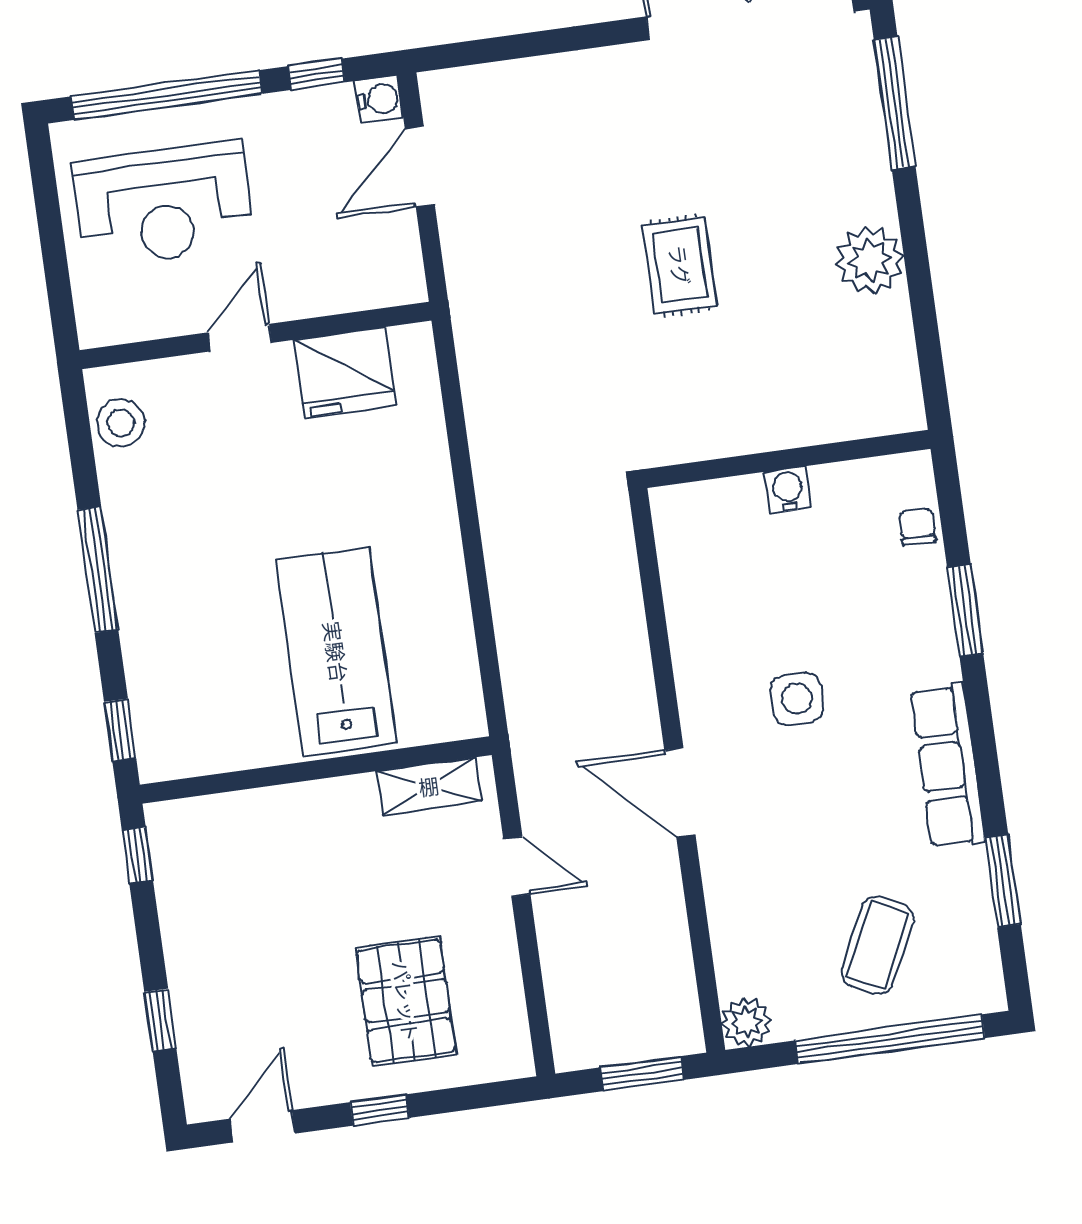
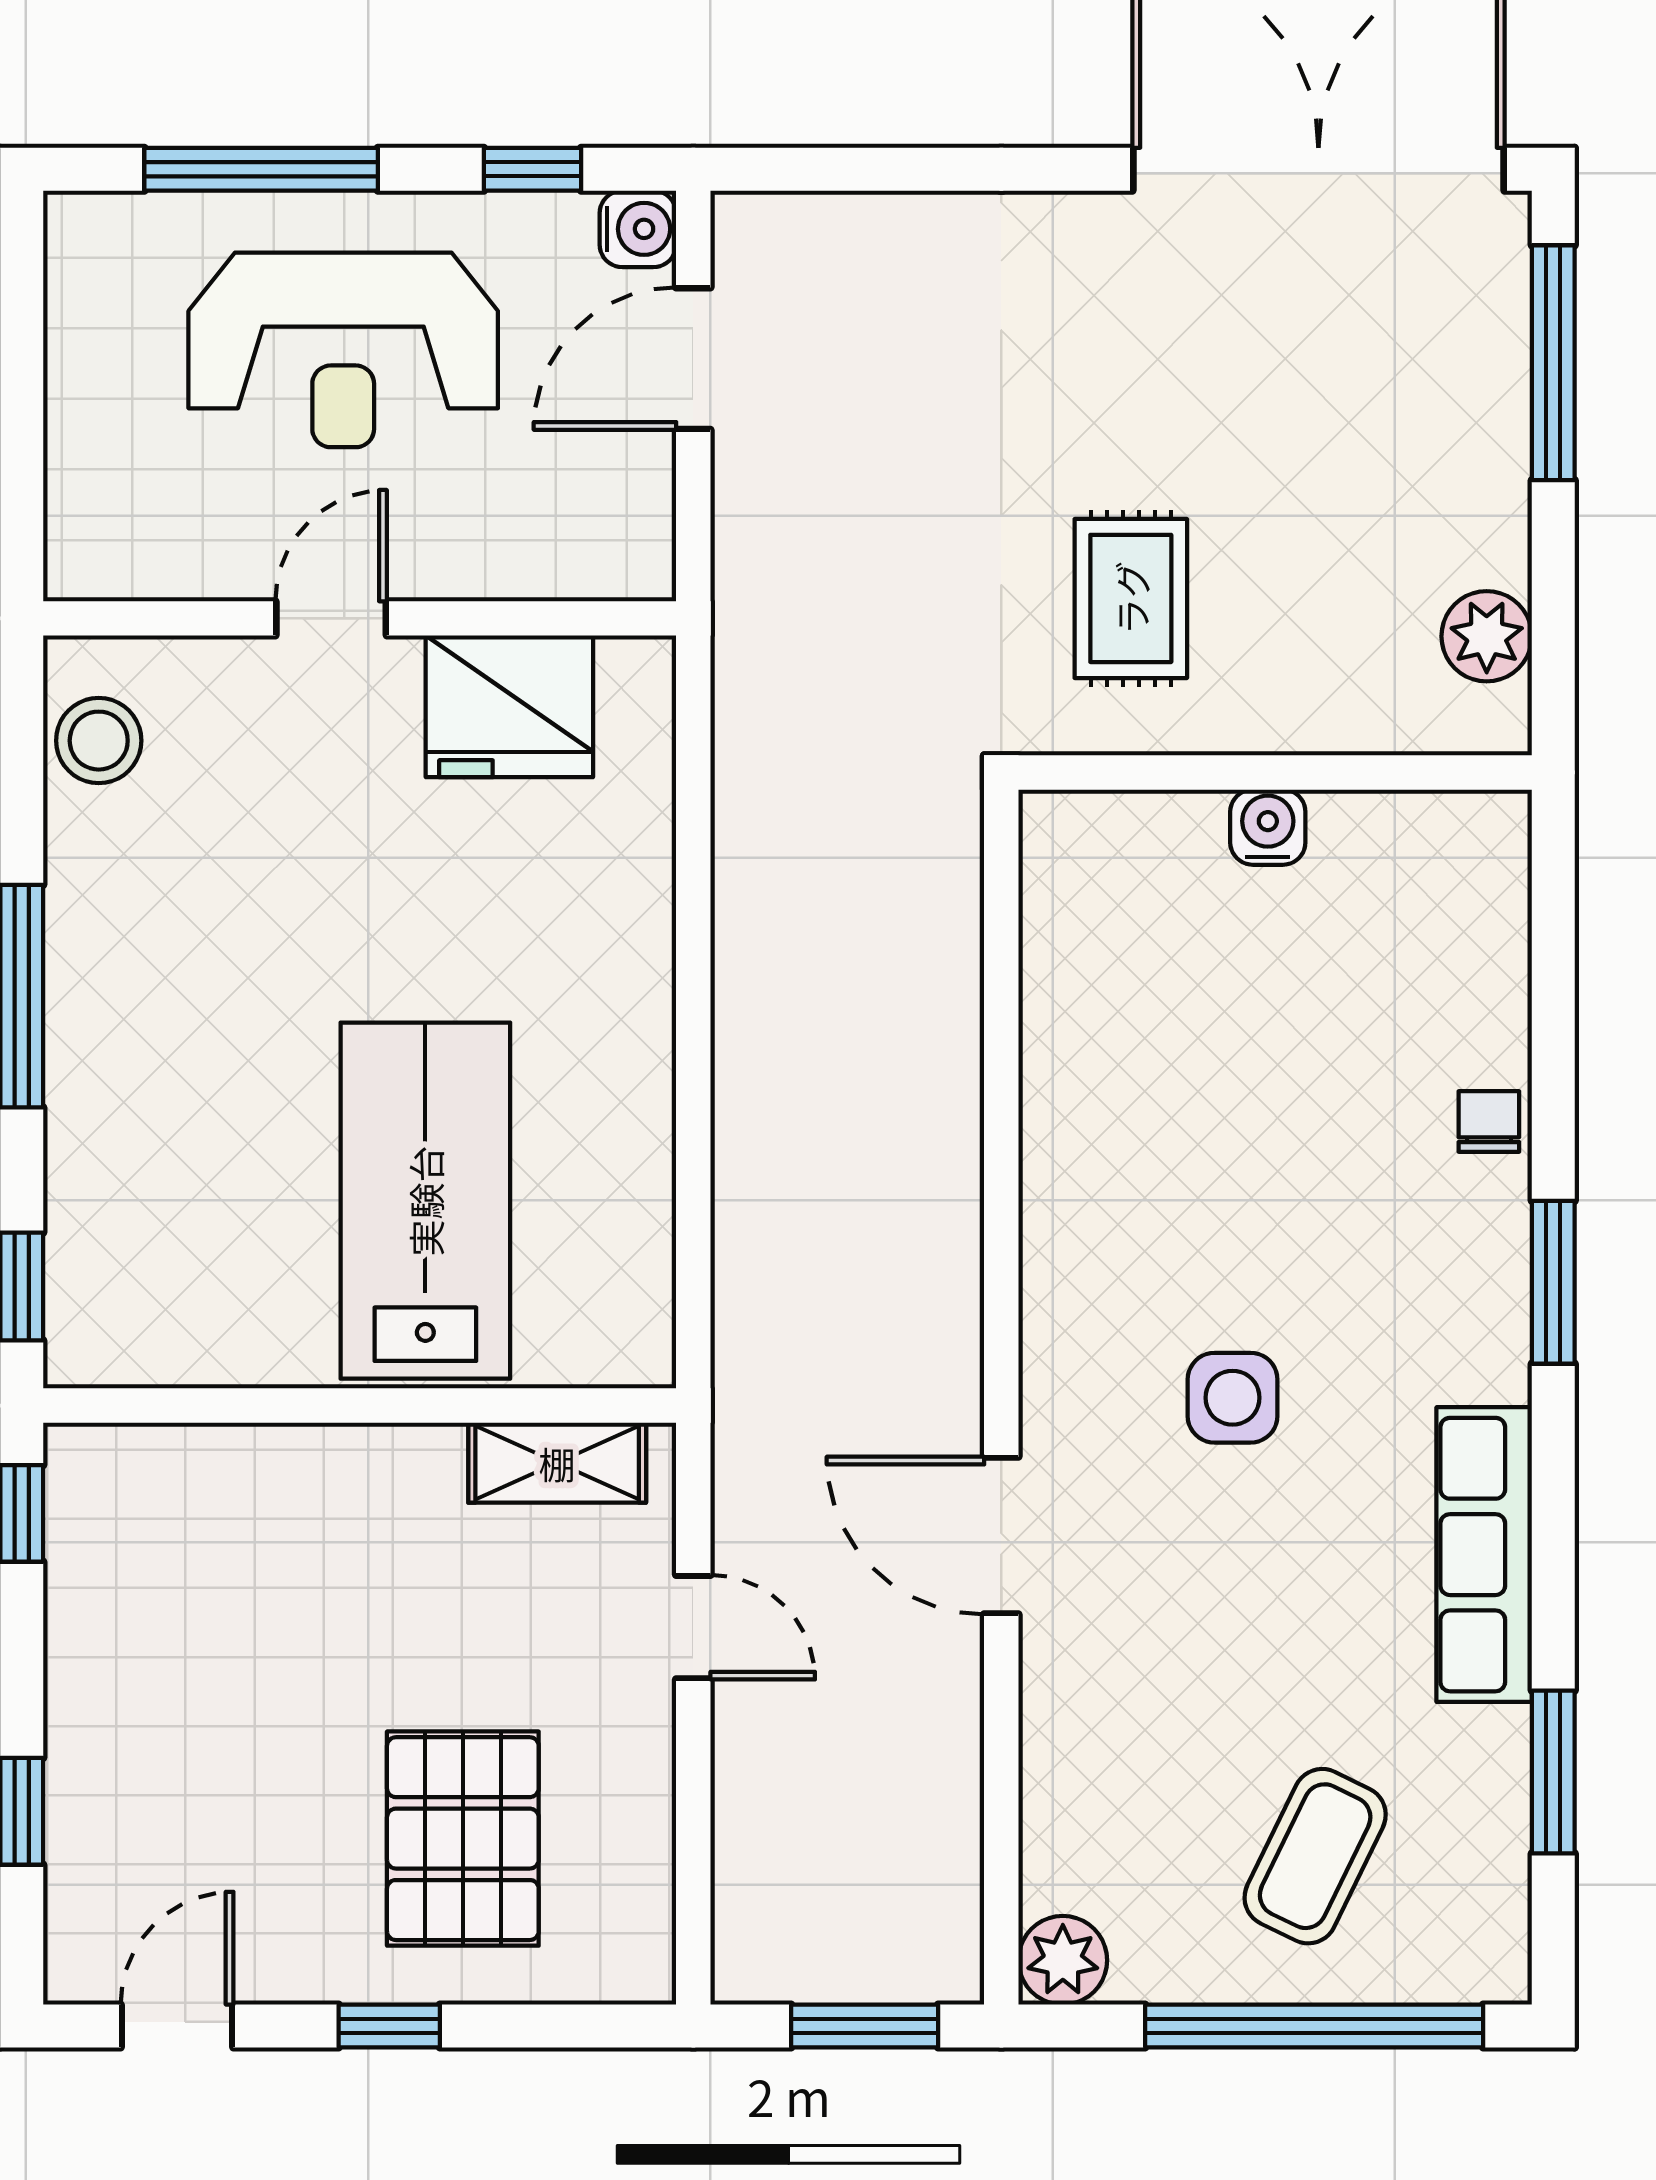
window: (167, 95) -> (261, 169), width x0.68
reception desk: (164, 204) -> (343, 350), moved
plant: (870, 260) -> (1487, 636), width x0.73, depth x0.73
wall: (788, 459) -> (1275, 772), moved
water cooler: (788, 490) -> (1268, 827), moved

